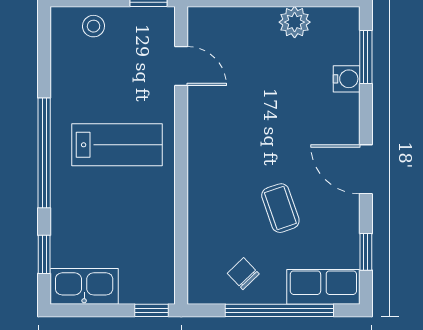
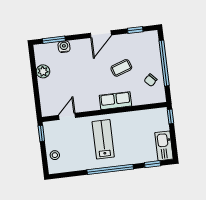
row of seats: (323, 287) -> (115, 101), moved, turned 90

